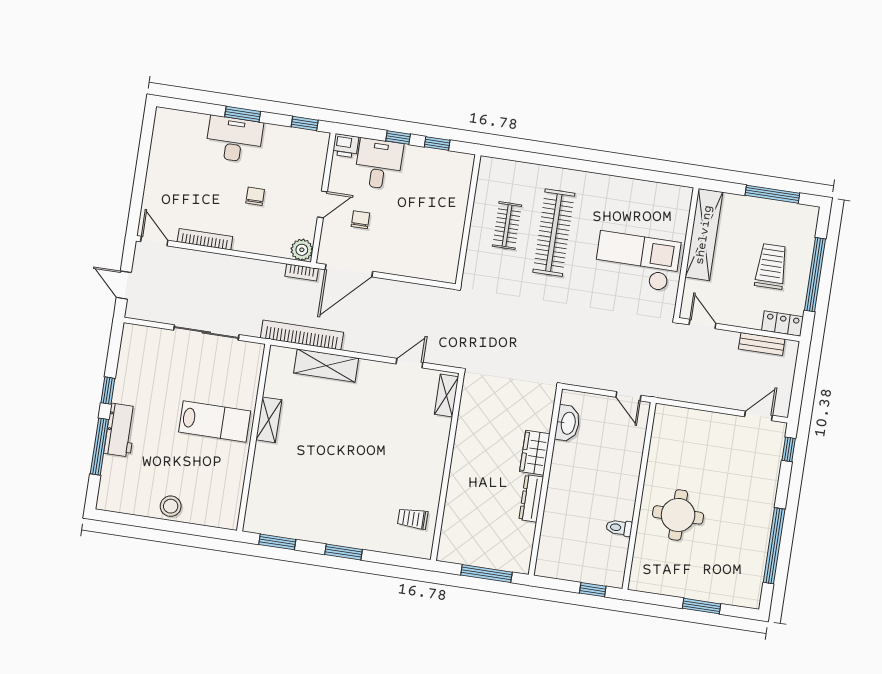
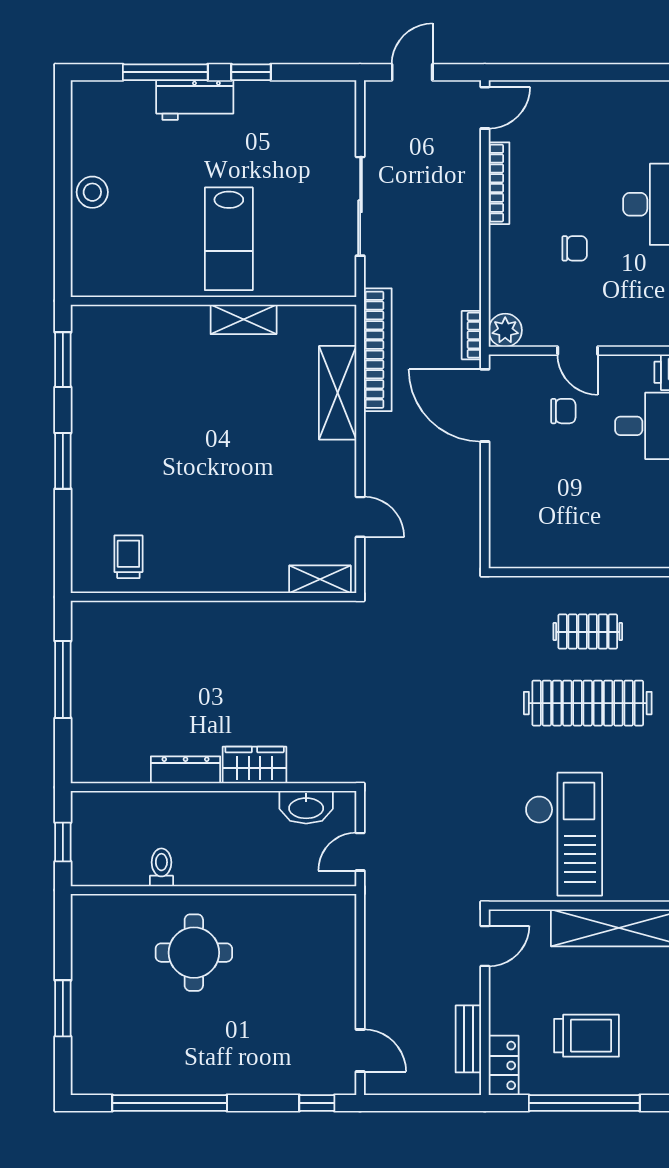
washbasin: (568, 423) -> (306, 807), moved
wardrobe: (535, 453) -> (255, 765), moved
wall: (545, 482) -> (214, 787), moved
dresser: (531, 498) -> (186, 770), moved

